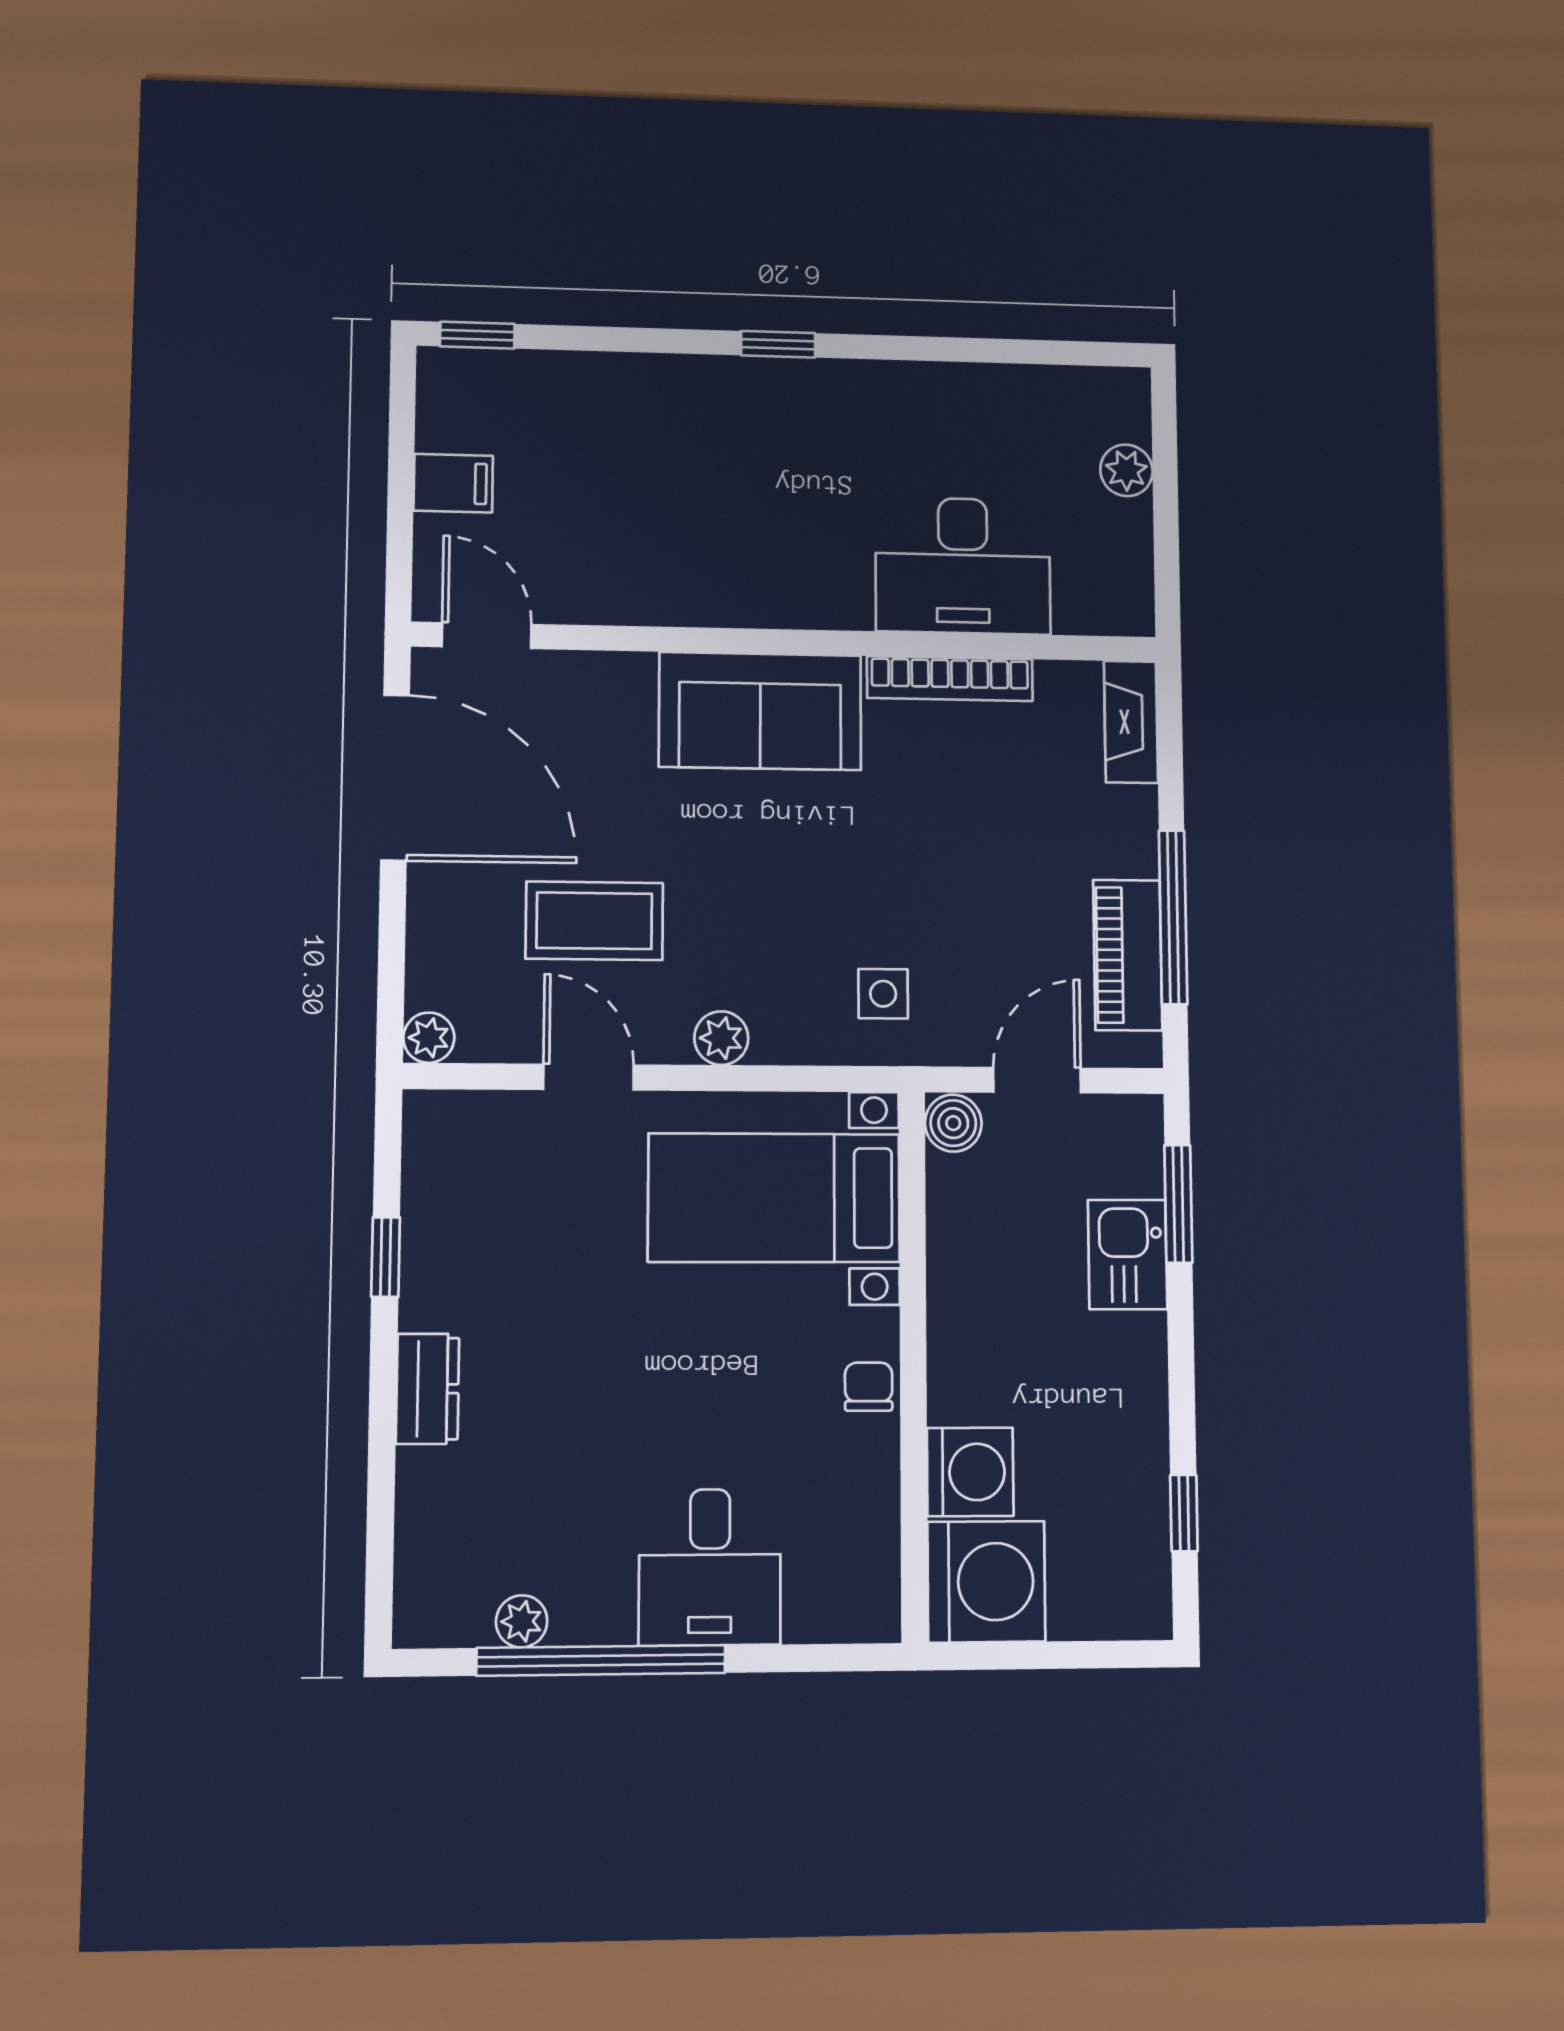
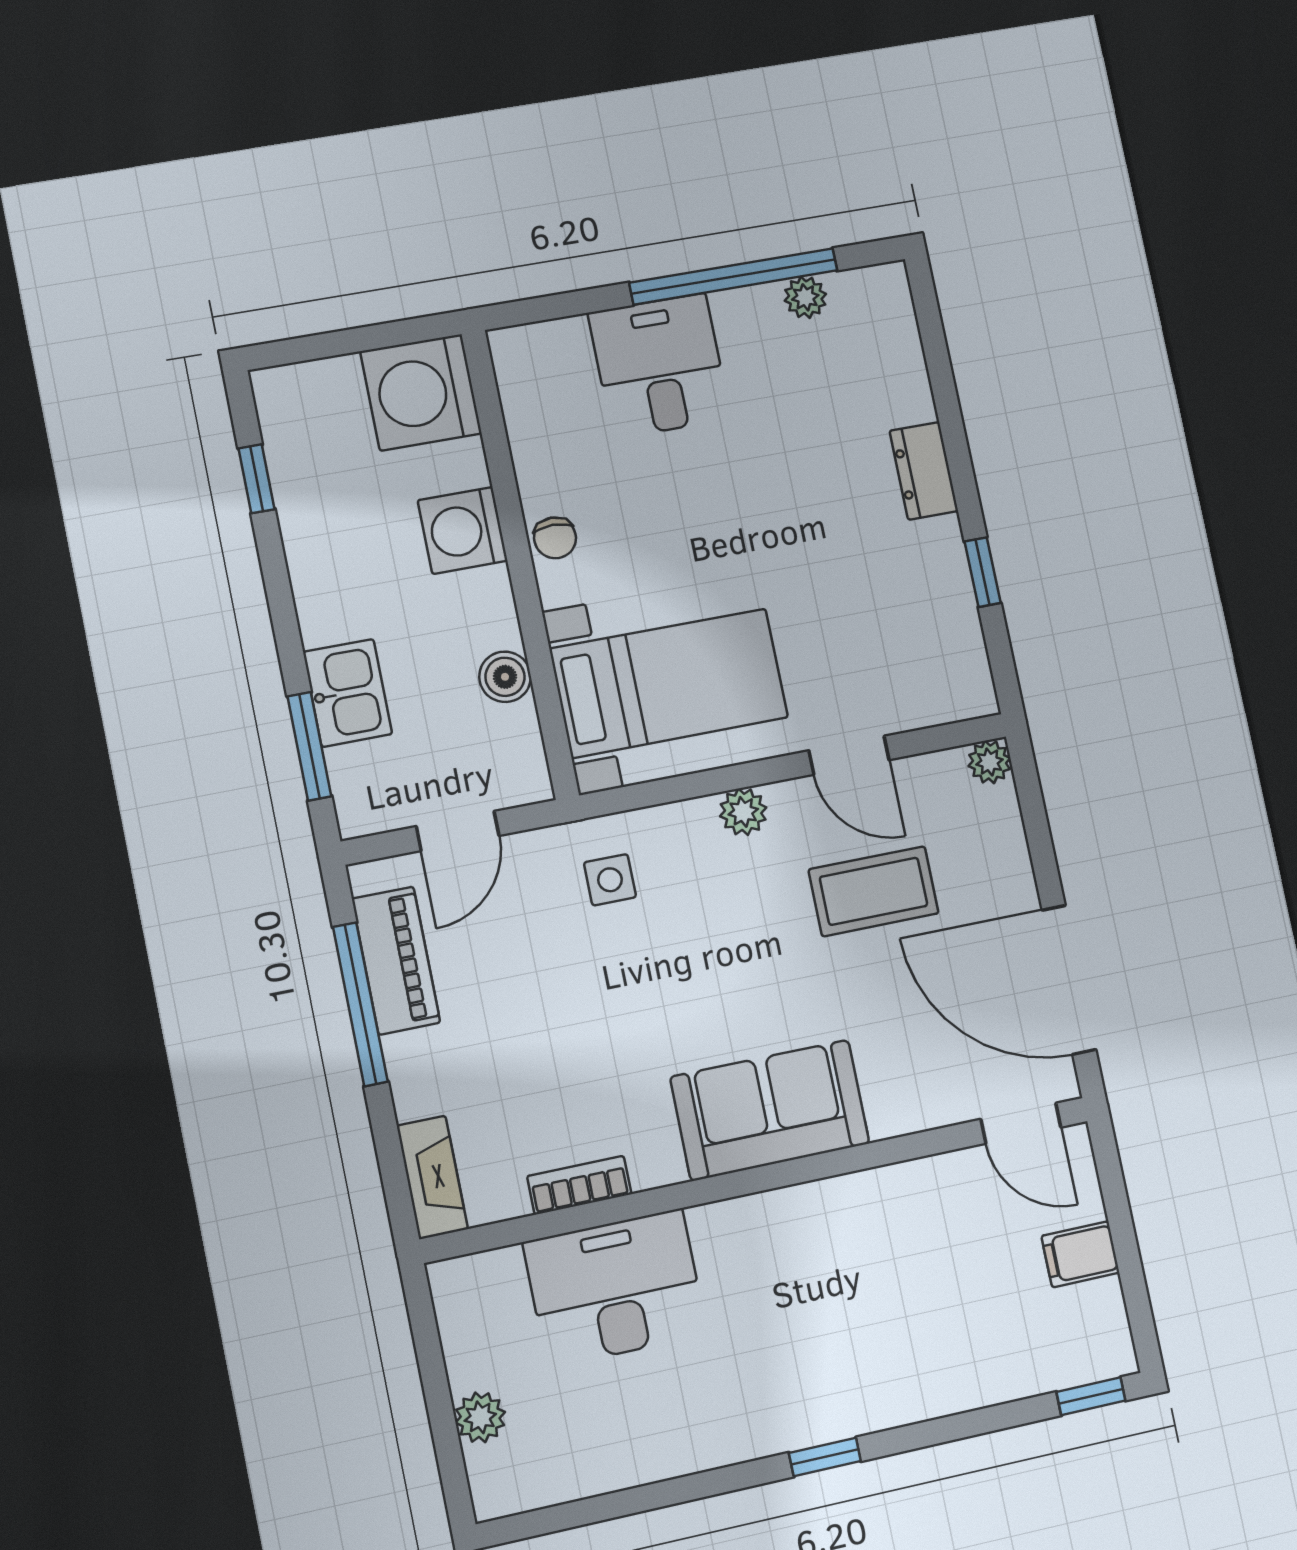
bookcase: (950, 679) -> (579, 1185), width x0.64
boiler: (953, 1123) -> (505, 677), moved
washing machine: (970, 1472) -> (463, 530), moved

